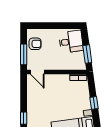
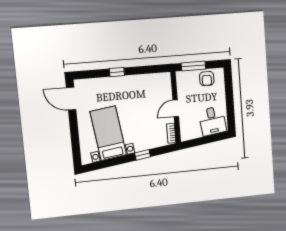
window: (87, 54) -> (199, 141), removed
door: (37, 72) -> (176, 108), moved

